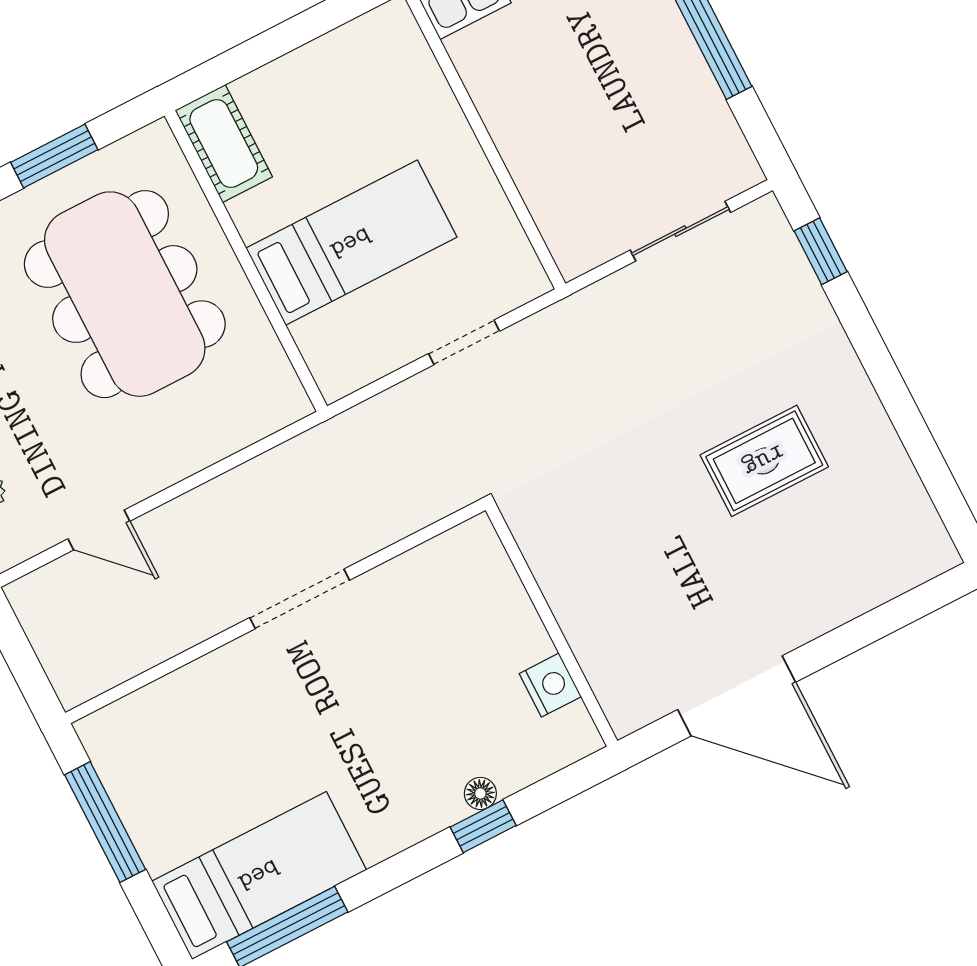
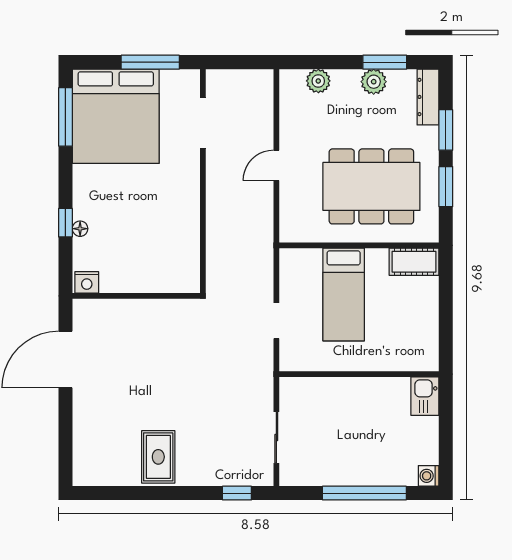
rug: (764, 461) -> (158, 457), moved
door: (99, 530) -> (276, 165), moved
doorway: (300, 599) -> (203, 123), moved
nightstand: (550, 685) -> (87, 282), moved
bed: (259, 875) -> (116, 116), width x2.04

